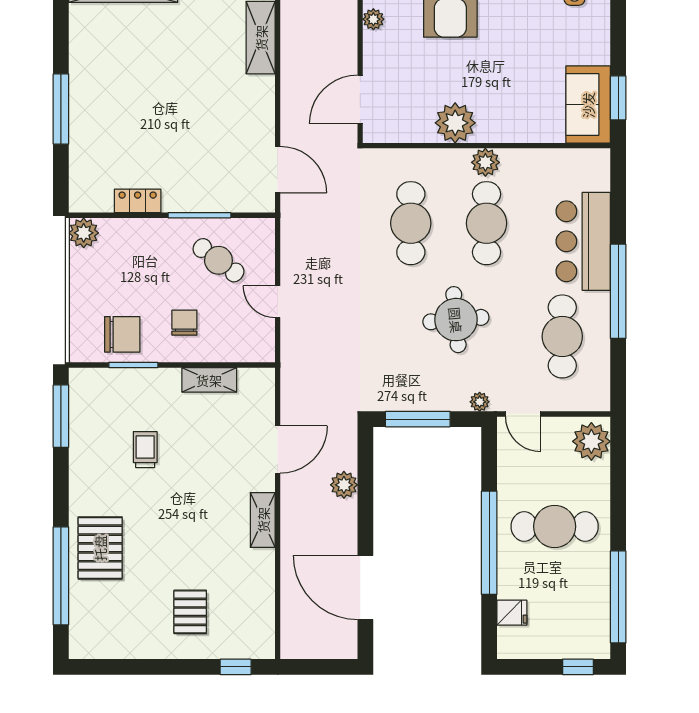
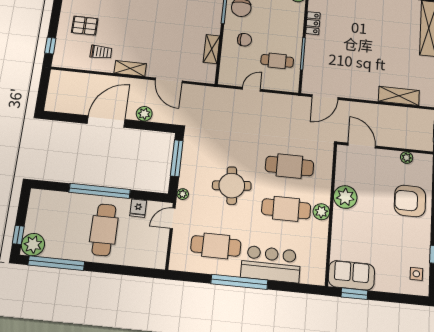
cafe table: (218, 260) -> (277, 61), turned 53
plant: (591, 441) -> (33, 245), moved
trolley: (145, 450) -> (101, 52), moved
door: (365, 587) -> (106, 122), moved
fridge: (512, 613) -> (138, 208), moved

